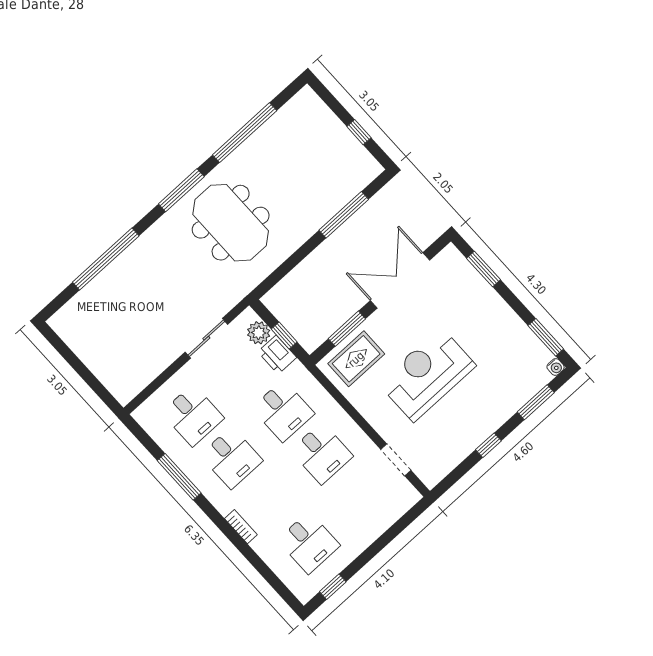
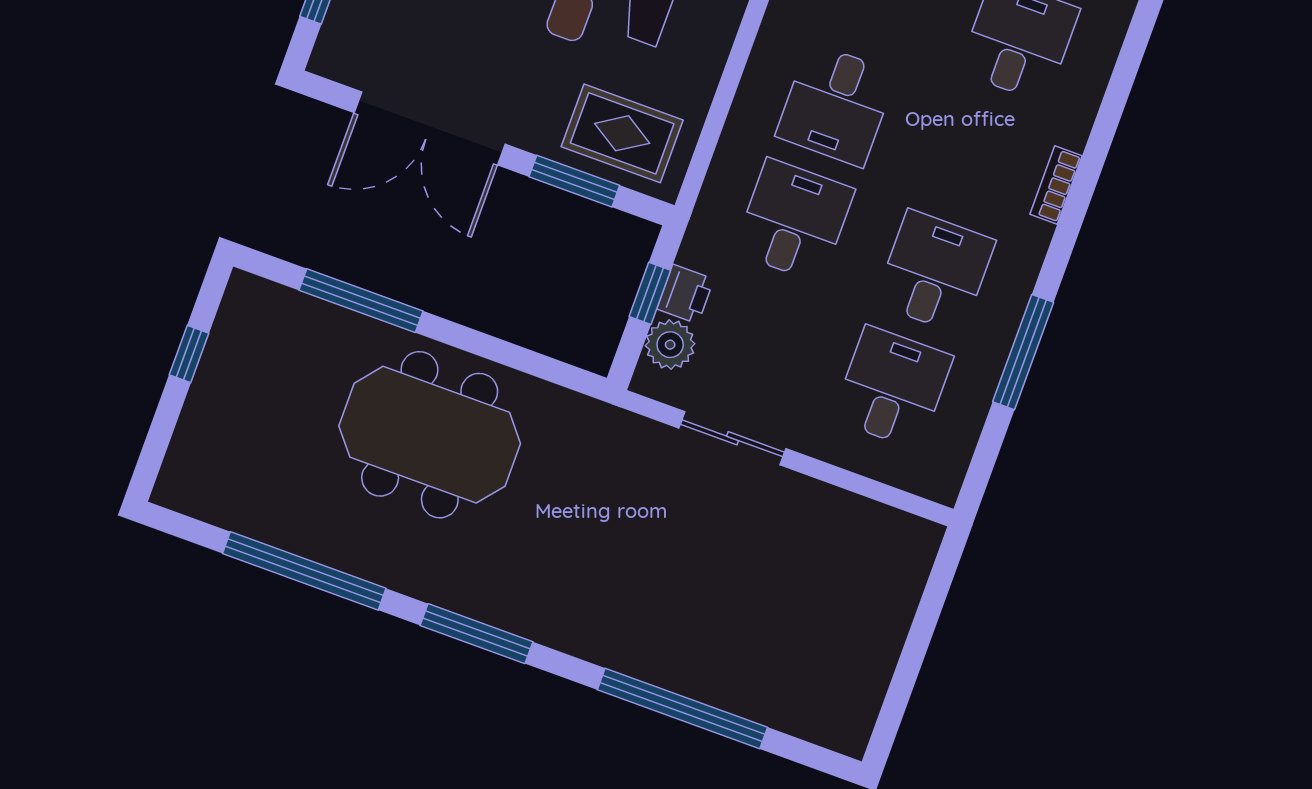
meeting table: (231, 223) -> (430, 435), moved, turned 90
printer: (277, 355) -> (685, 294), width x0.73, depth x0.81
desk: (322, 453) -> (836, 105), turned 180

